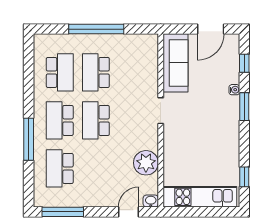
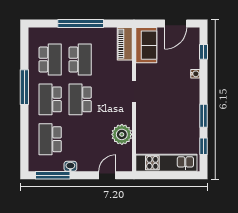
piano: (150, 53) -> (125, 44), added
sofa: (175, 63) -> (146, 45), width x0.73
school desk: (96, 72) -> (80, 59), turned 180
window: (244, 107) -> (203, 116), moved
window: (29, 139) -> (24, 87), moved
washbasin: (151, 201) -> (70, 166), moved

